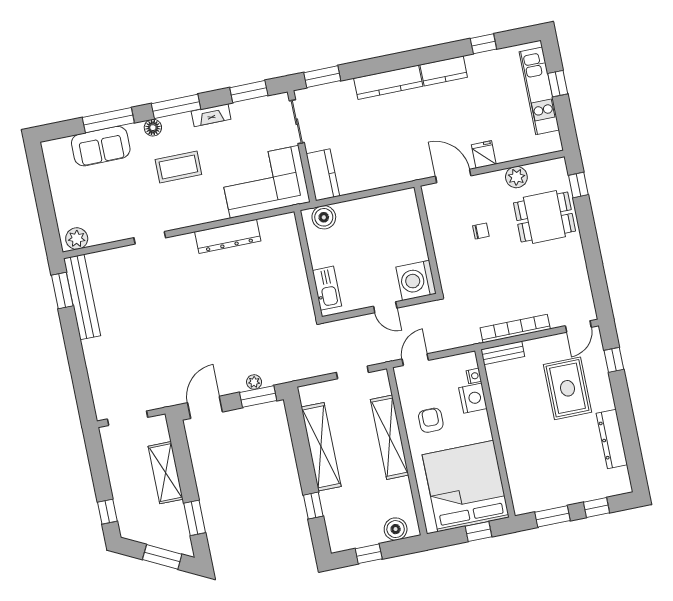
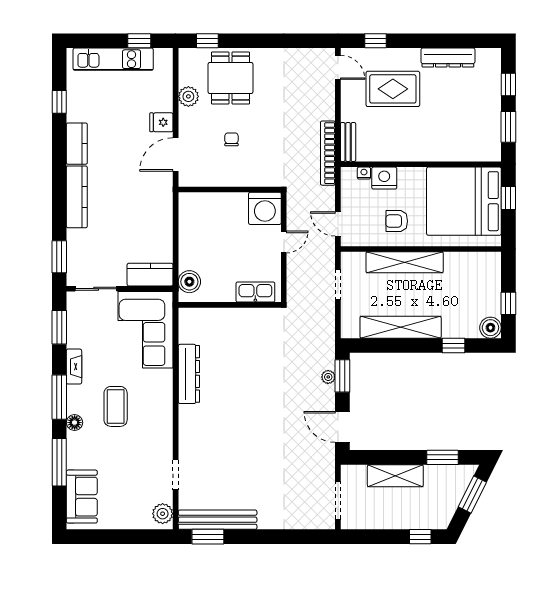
window: (558, 84) -> (139, 41), moved
sofa: (101, 146) -> (82, 497), moved
doorway: (150, 238) -> (176, 475), moved
bookcase: (515, 328) -> (328, 153), moved
boiler: (396, 529) -> (490, 328), moved

